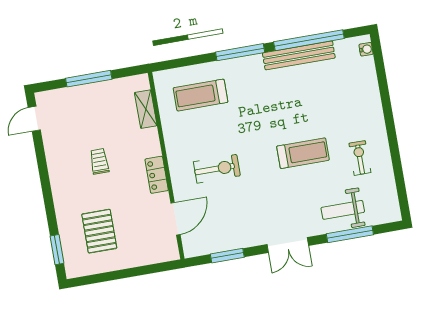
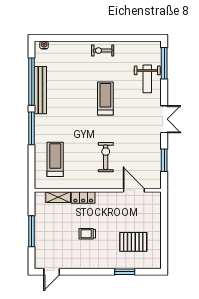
treadmill: (200, 95) -> (55, 159), turned 180
door: (34, 119) -> (52, 272), hinge flipped
exercise bike: (360, 158) -> (103, 51), moved
locker: (157, 175) -> (83, 198), moved
window: (350, 234) -> (164, 63), moved
window: (57, 250) -> (125, 272), moved

